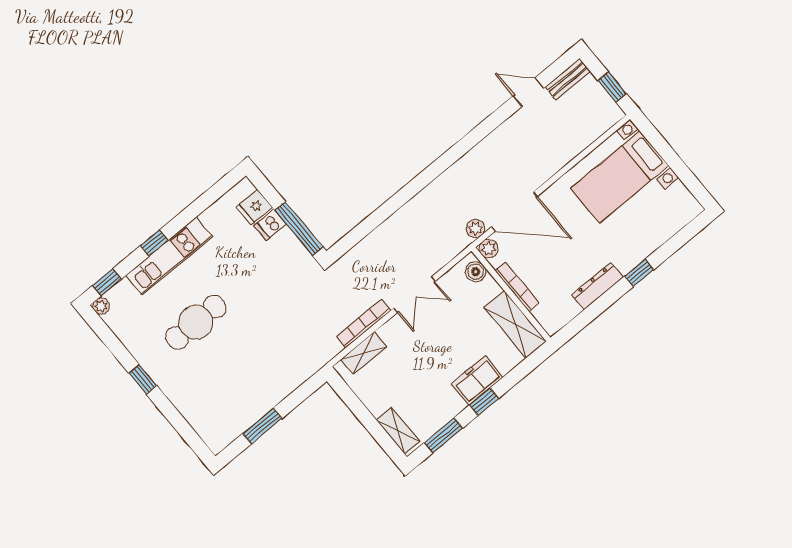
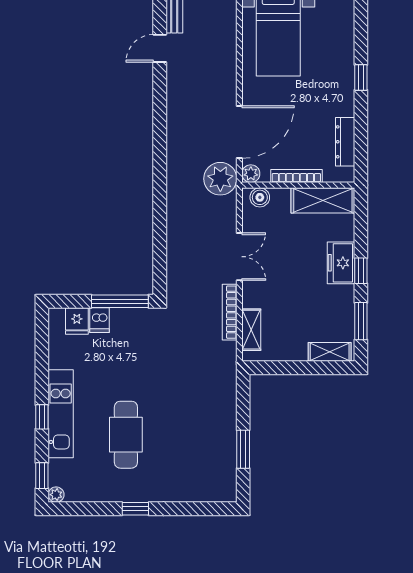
plant: (476, 229) -> (220, 179), width x1.87, depth x1.87
dresser: (598, 286) -> (345, 142), moved

